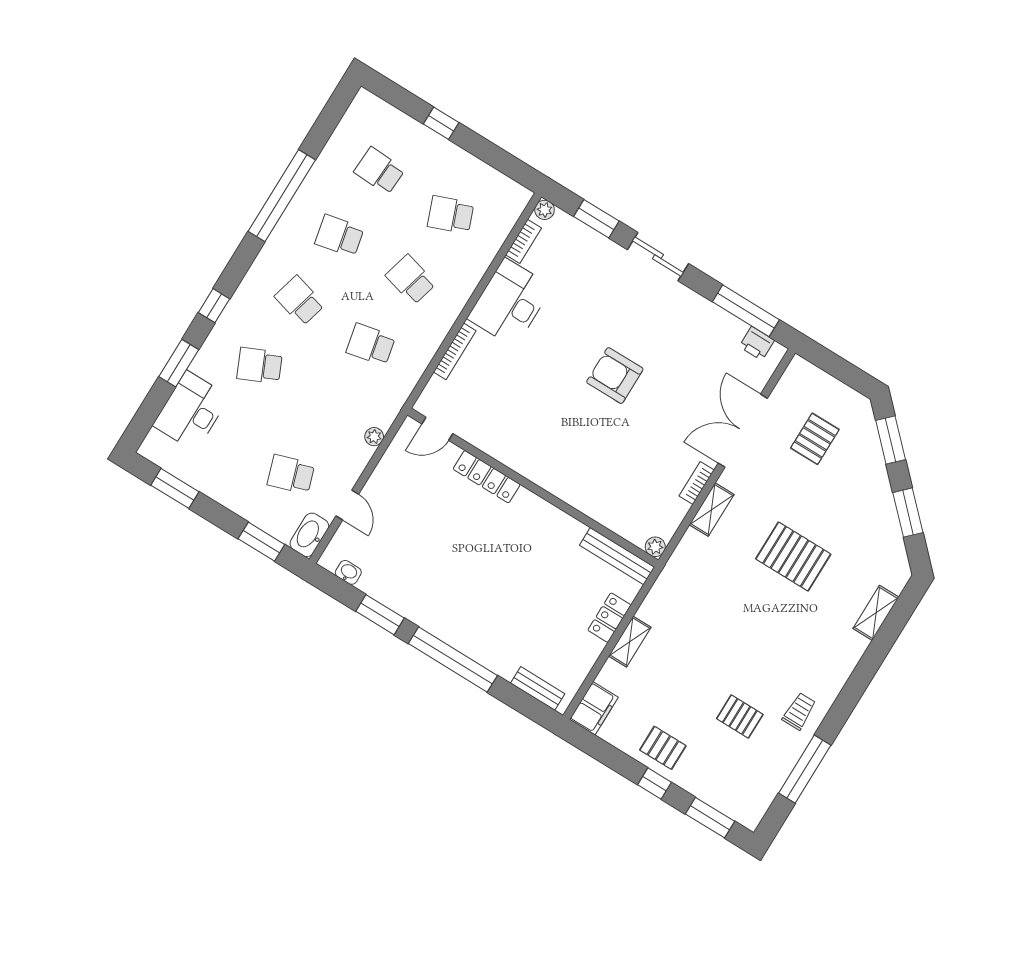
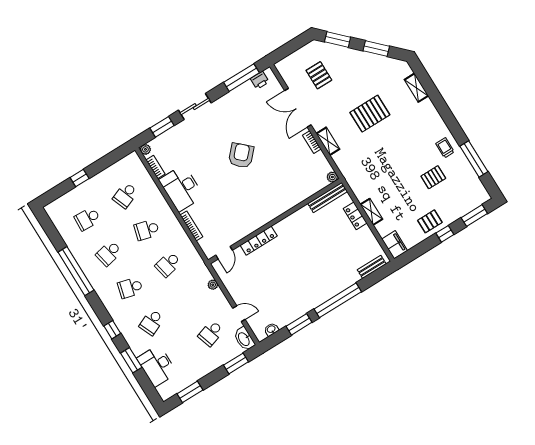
armchair: (615, 376) -> (241, 155), turned 133

